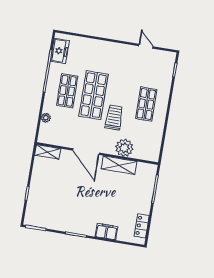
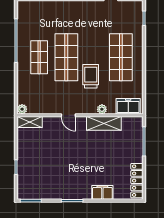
freezer: (60, 51) -> (128, 106), moved, turned -90
shop shelf: (146, 104) -> (121, 57), width x1.43, depth x1.36
plant: (46, 118) -> (22, 109), moved
plant: (124, 148) -> (102, 109), width x0.53, depth x0.53
door: (86, 152) -> (68, 115), width x0.53
locker: (142, 226) -> (137, 181), width x1.53

